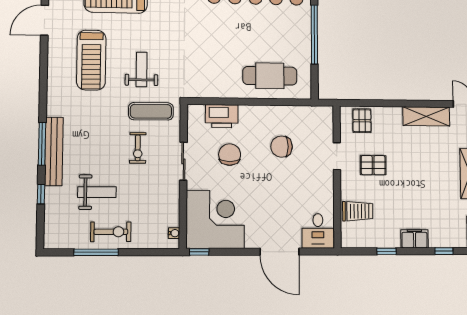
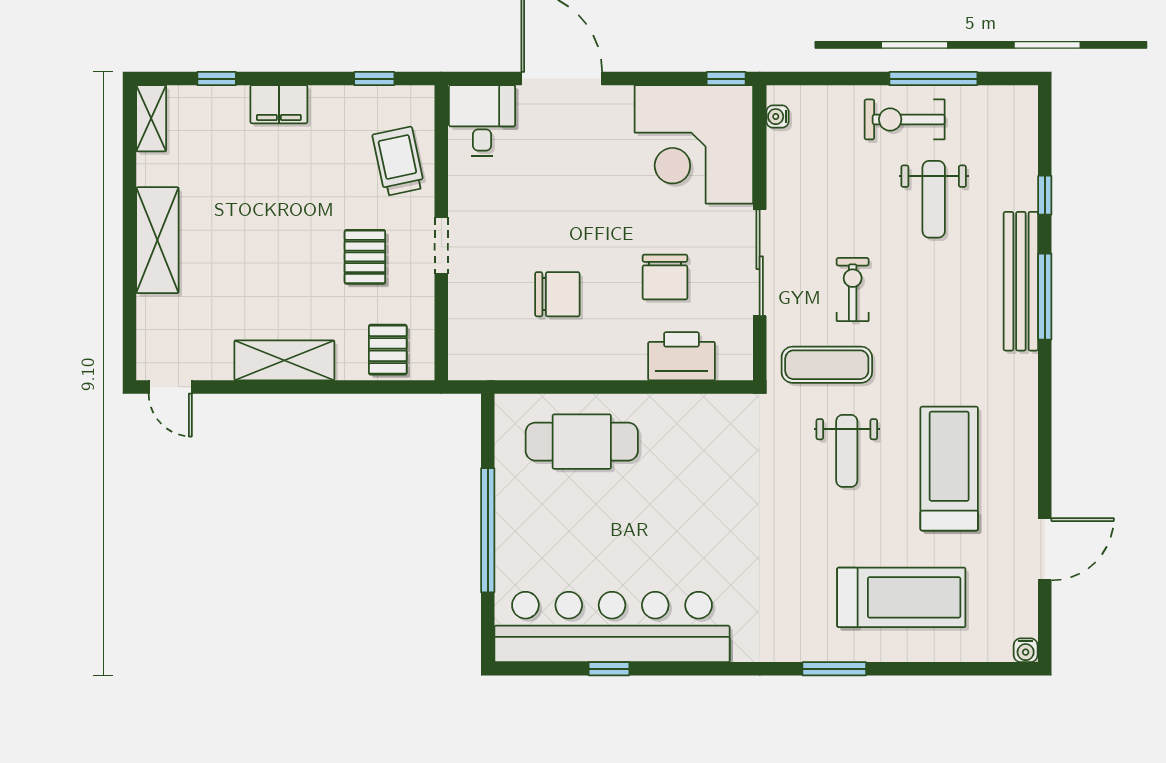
shelving: (426, 116) -> (284, 360), moved
doorway: (337, 156) -> (441, 246), moved
sliding door: (183, 161) -> (760, 263), width x1.37
pallet: (373, 165) -> (365, 257), turned 90
weight bench: (97, 192) -> (934, 199), turned -90
trolley: (358, 211) -> (398, 161), turned 78
window: (387, 251) -> (374, 79), moved

